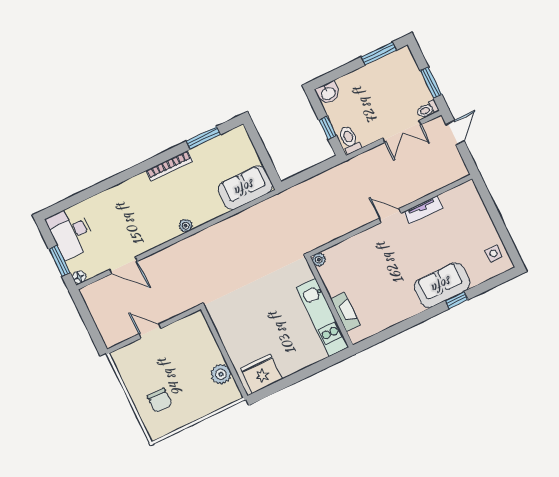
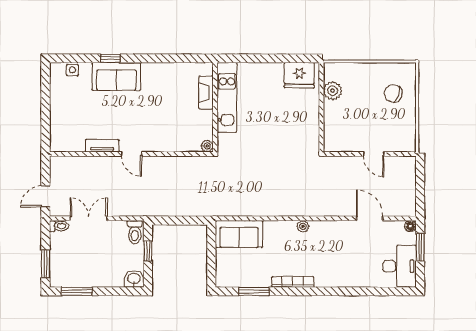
window: (431, 83) -> (46, 264), moved
side table: (494, 254) -> (72, 70), moved
chair: (160, 400) -> (393, 93), turned -71

